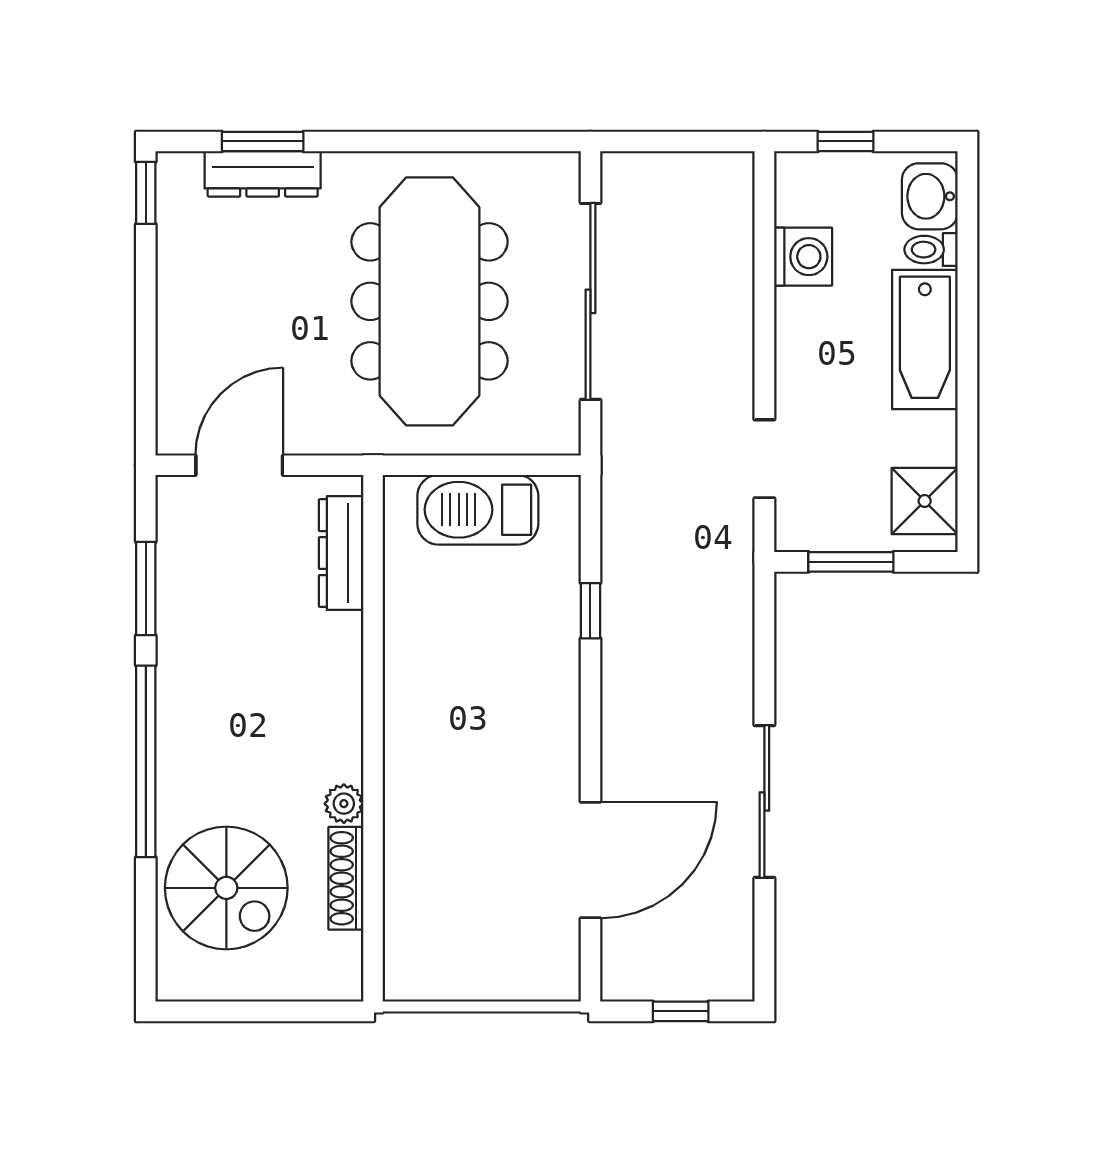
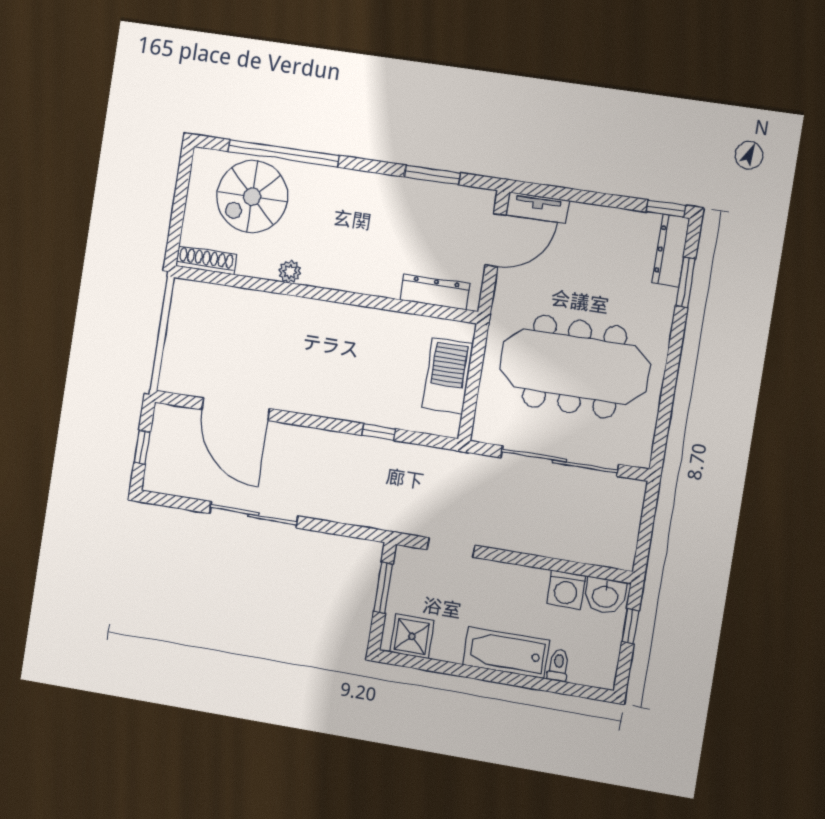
dresser: (263, 174) -> (671, 250), moved
washbasin: (930, 196) -> (605, 596), moved, turned 180
tv unit: (175, 404) -> (537, 208), added
door: (239, 465) -> (496, 240), hinge flipped
window: (146, 761) -> (283, 153), moved
shoe rack: (346, 878) -> (206, 260), moved

